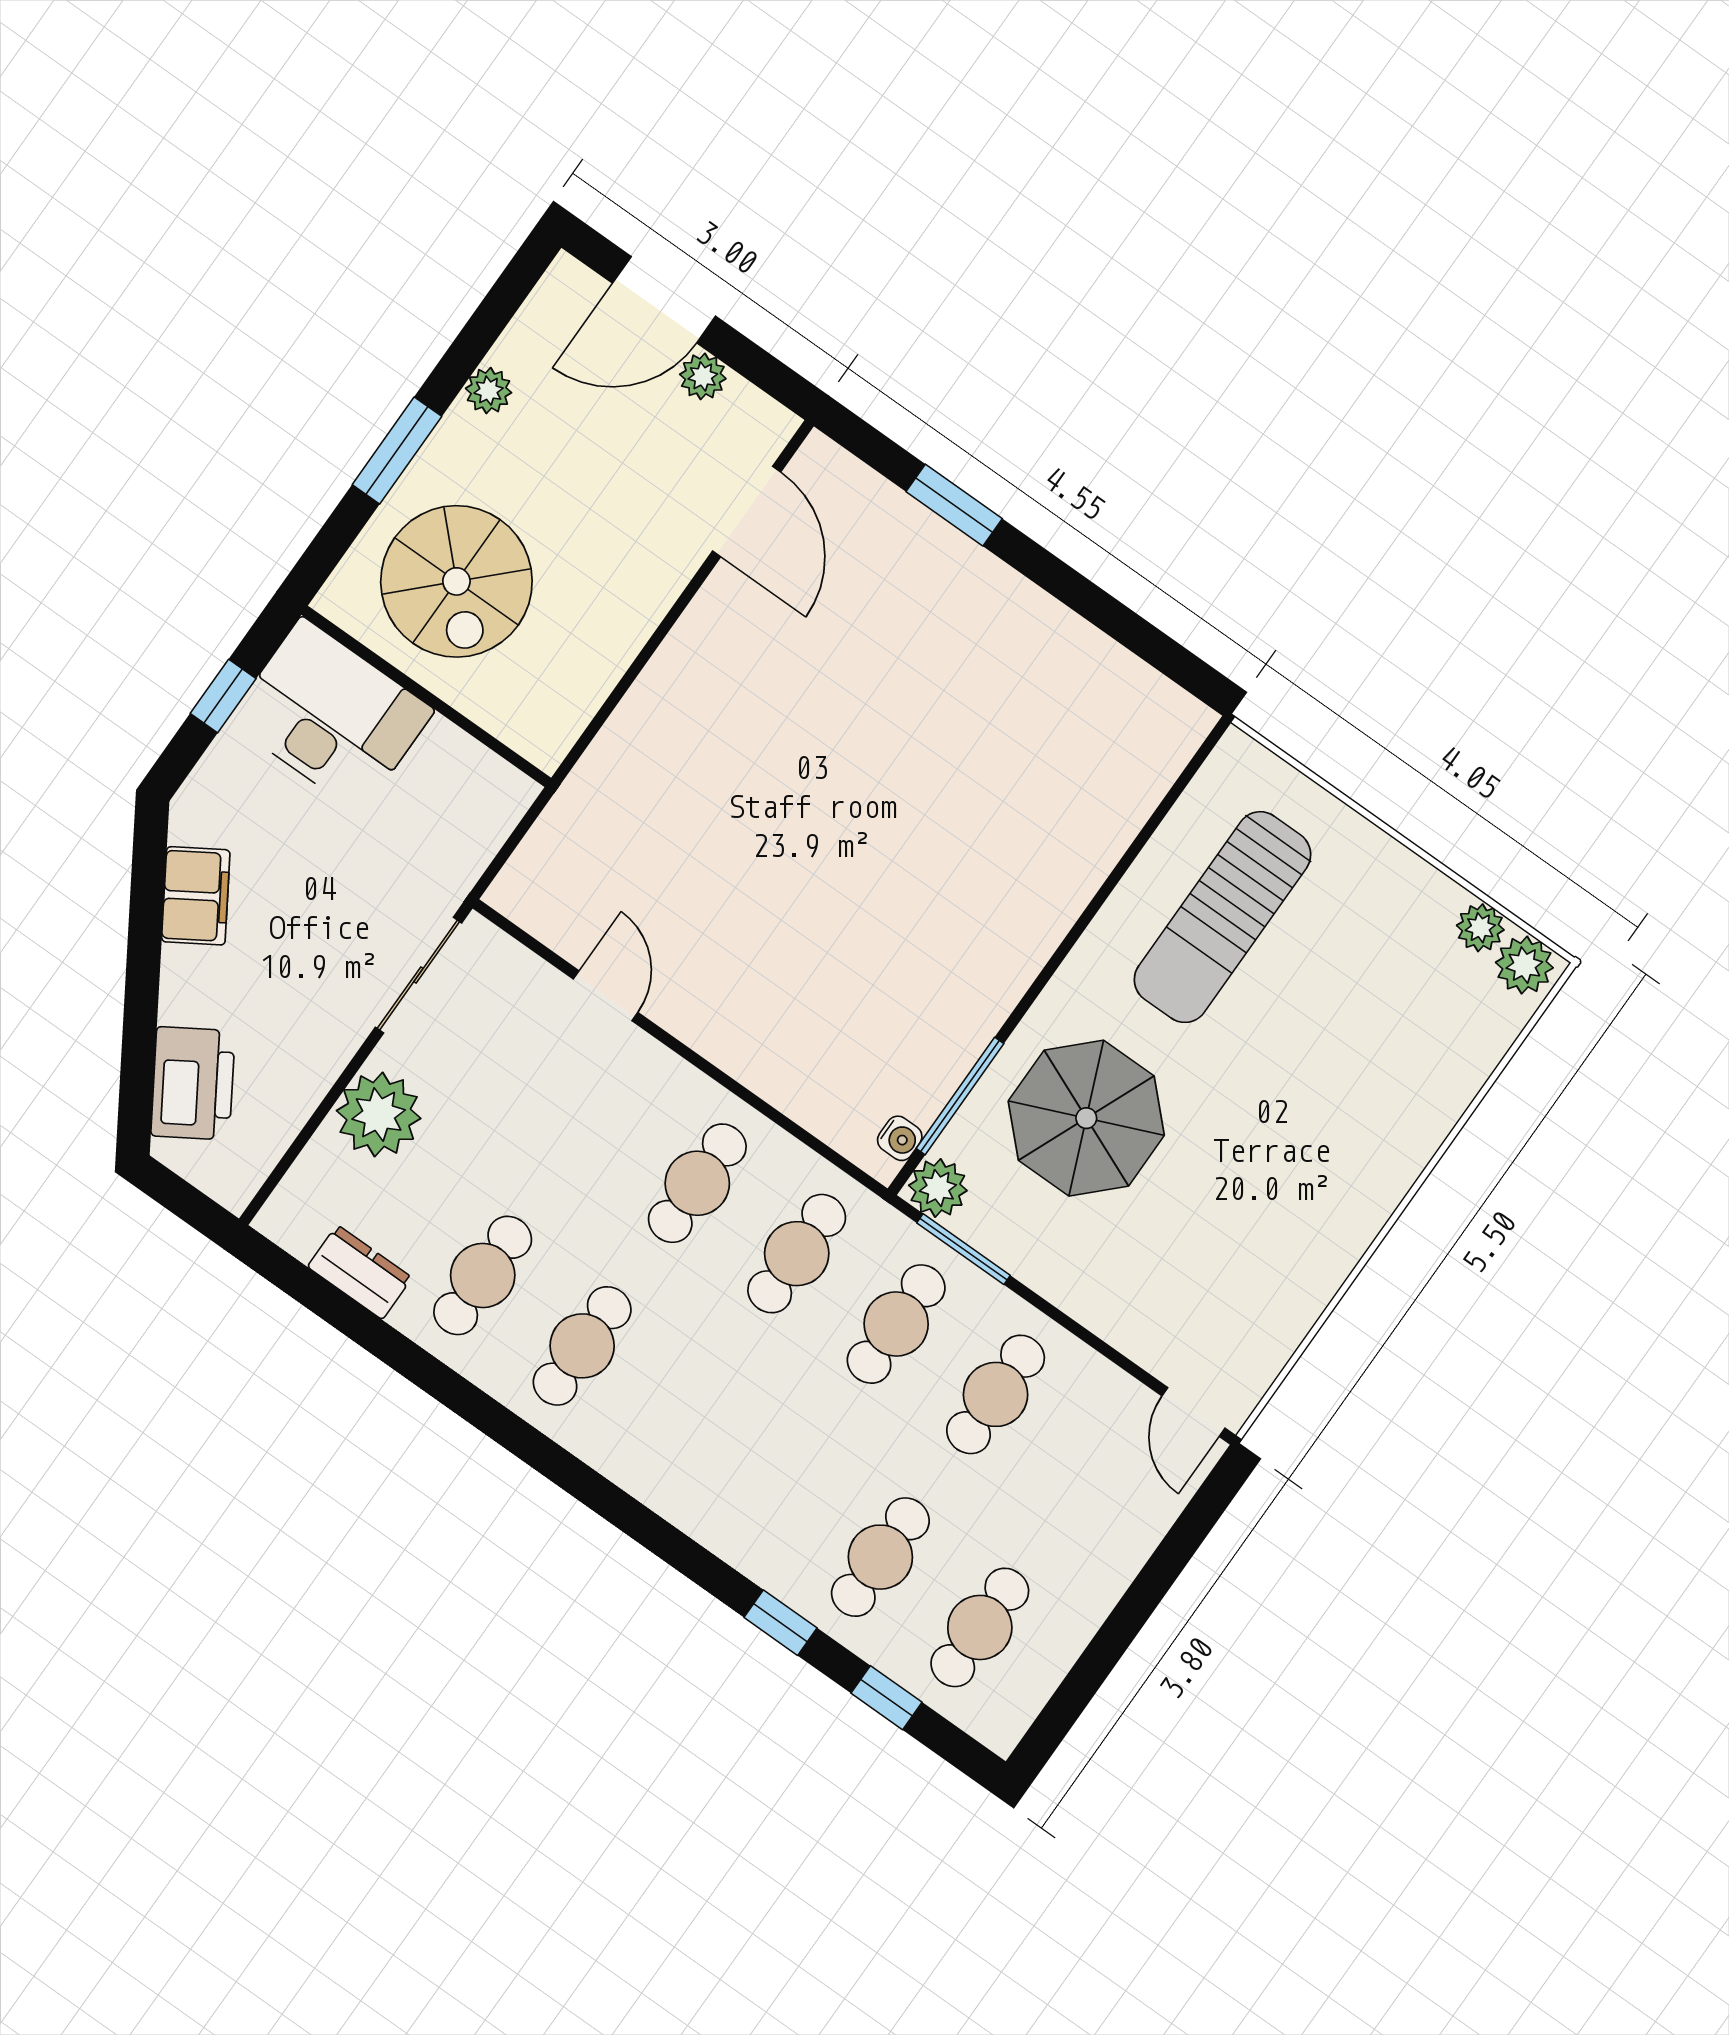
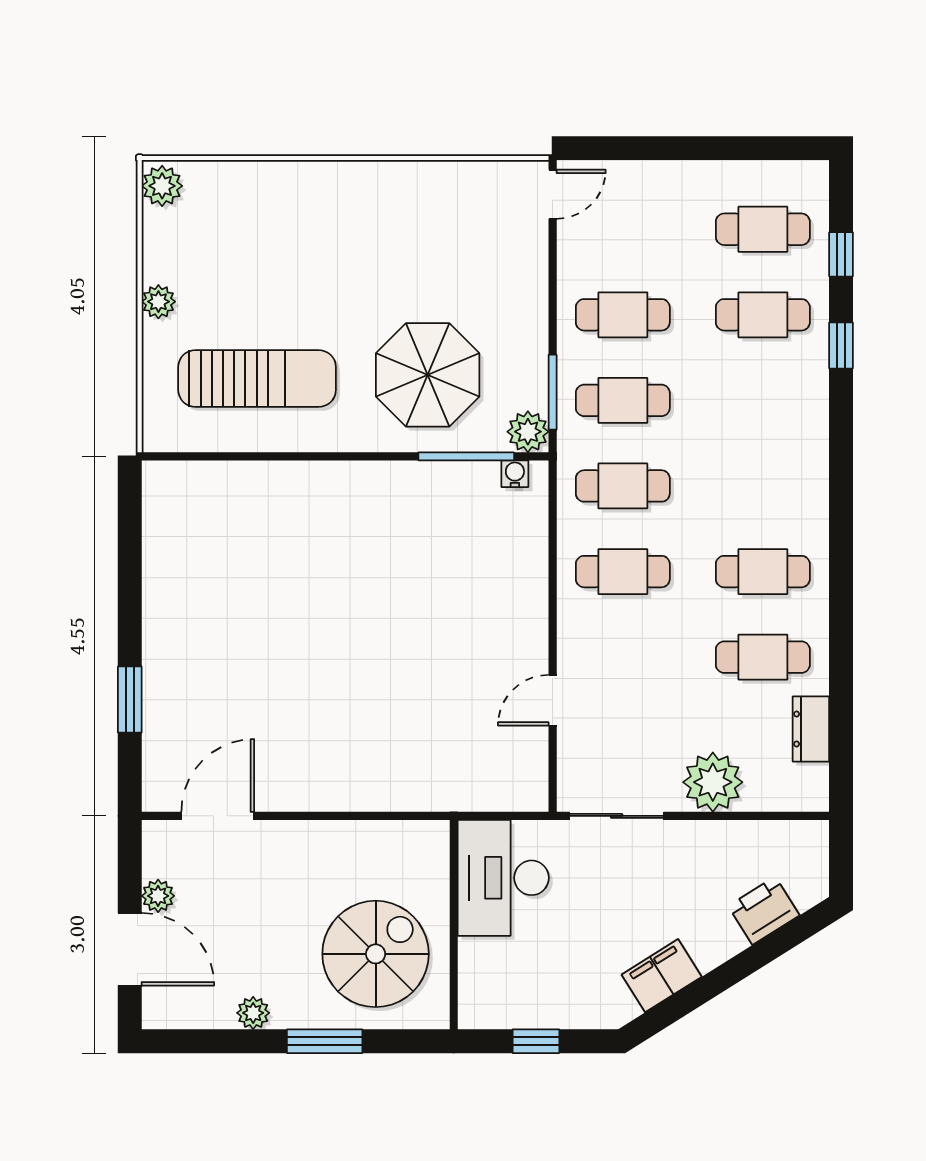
desk: (331, 715) -> (503, 878), moved
plant: (1480, 928) -> (158, 302), moved
printer: (193, 1083) -> (764, 911), width x0.73, depth x0.84

